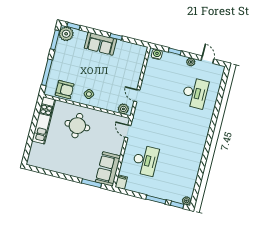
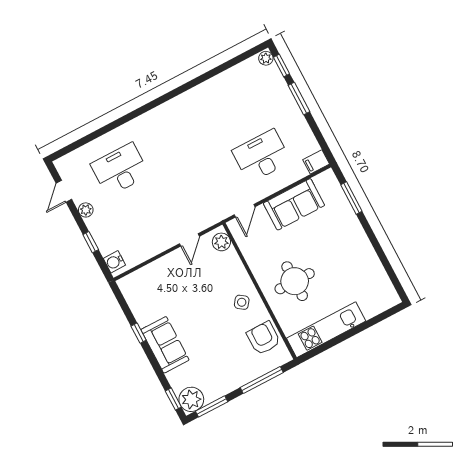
sofa: (108, 169) -> (294, 204), moved

